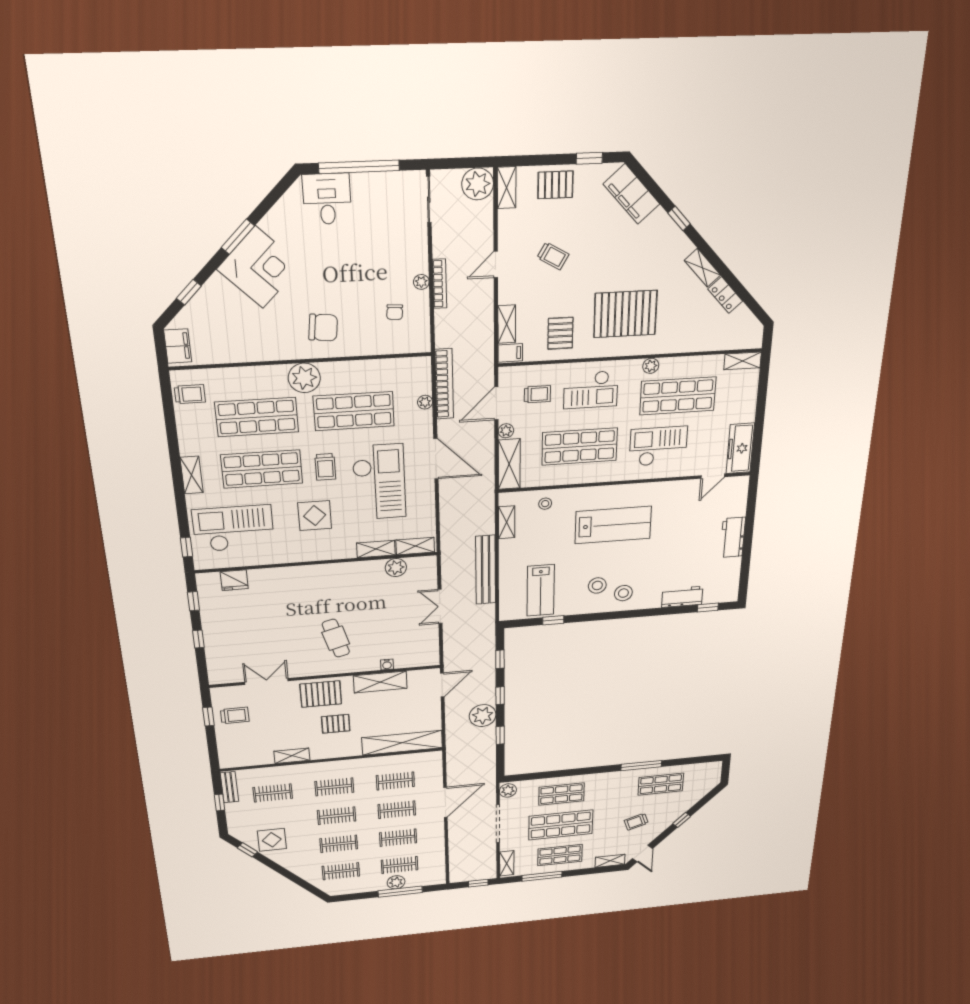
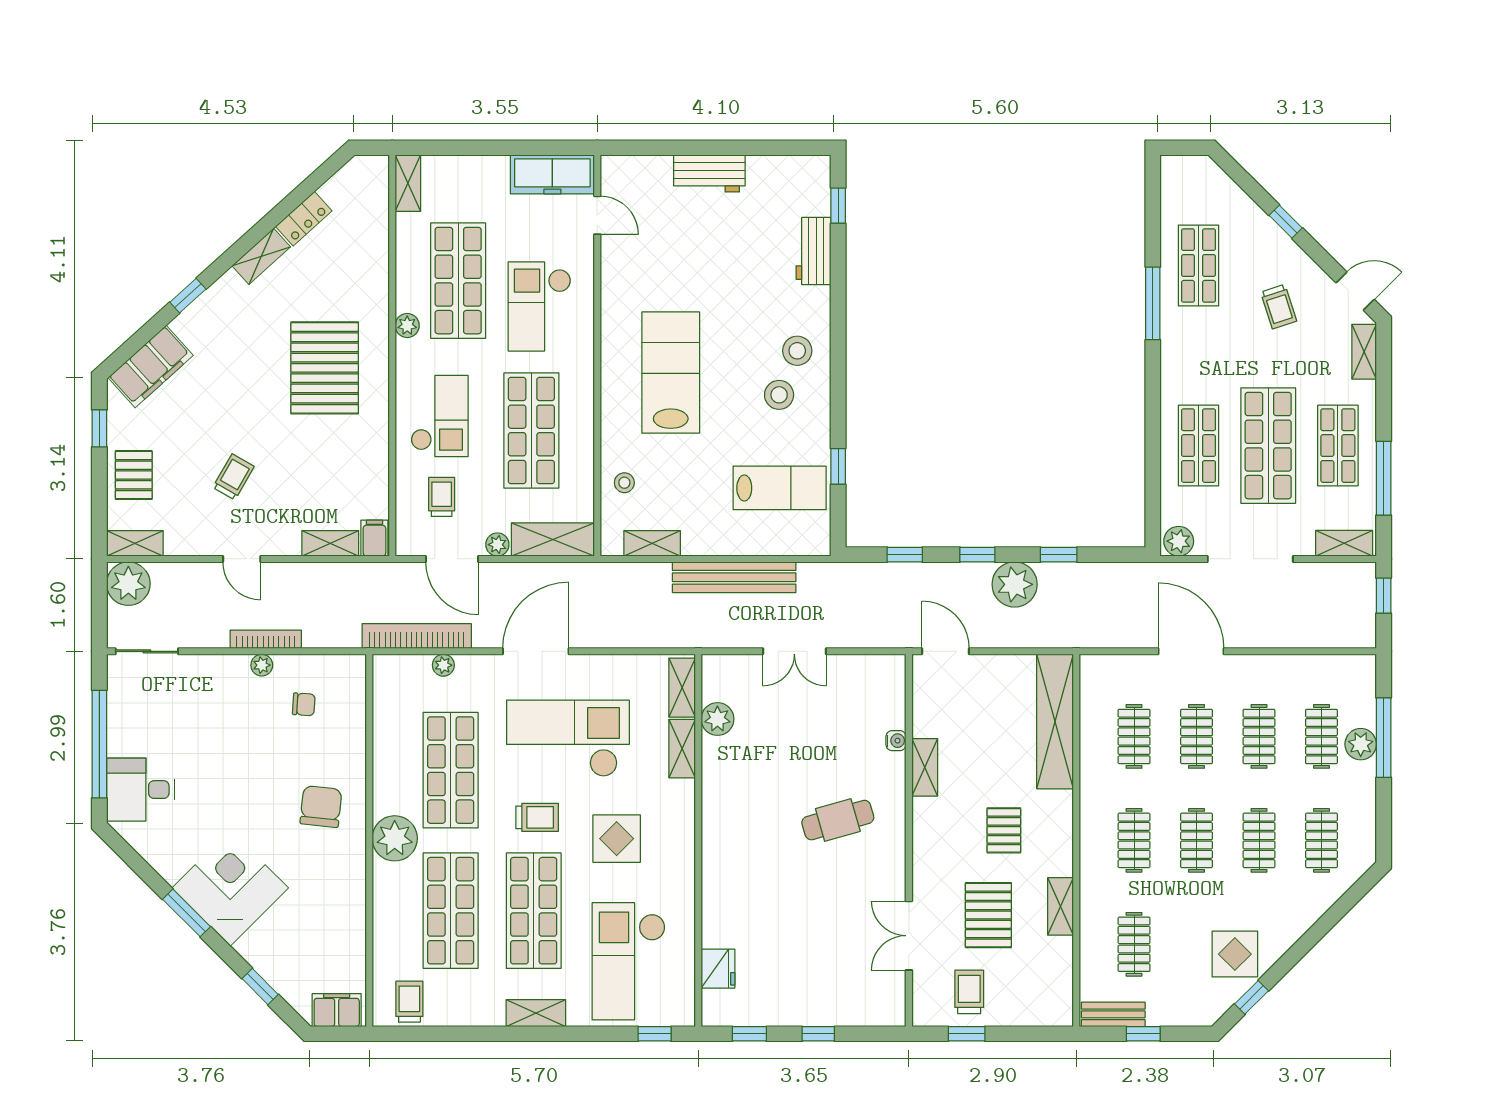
pallet: (560, 333) -> (349, 464), removed
shelving: (380, 682) -> (925, 767), width x0.67, depth x0.75
pallet: (321, 694) -> (988, 915), moved

